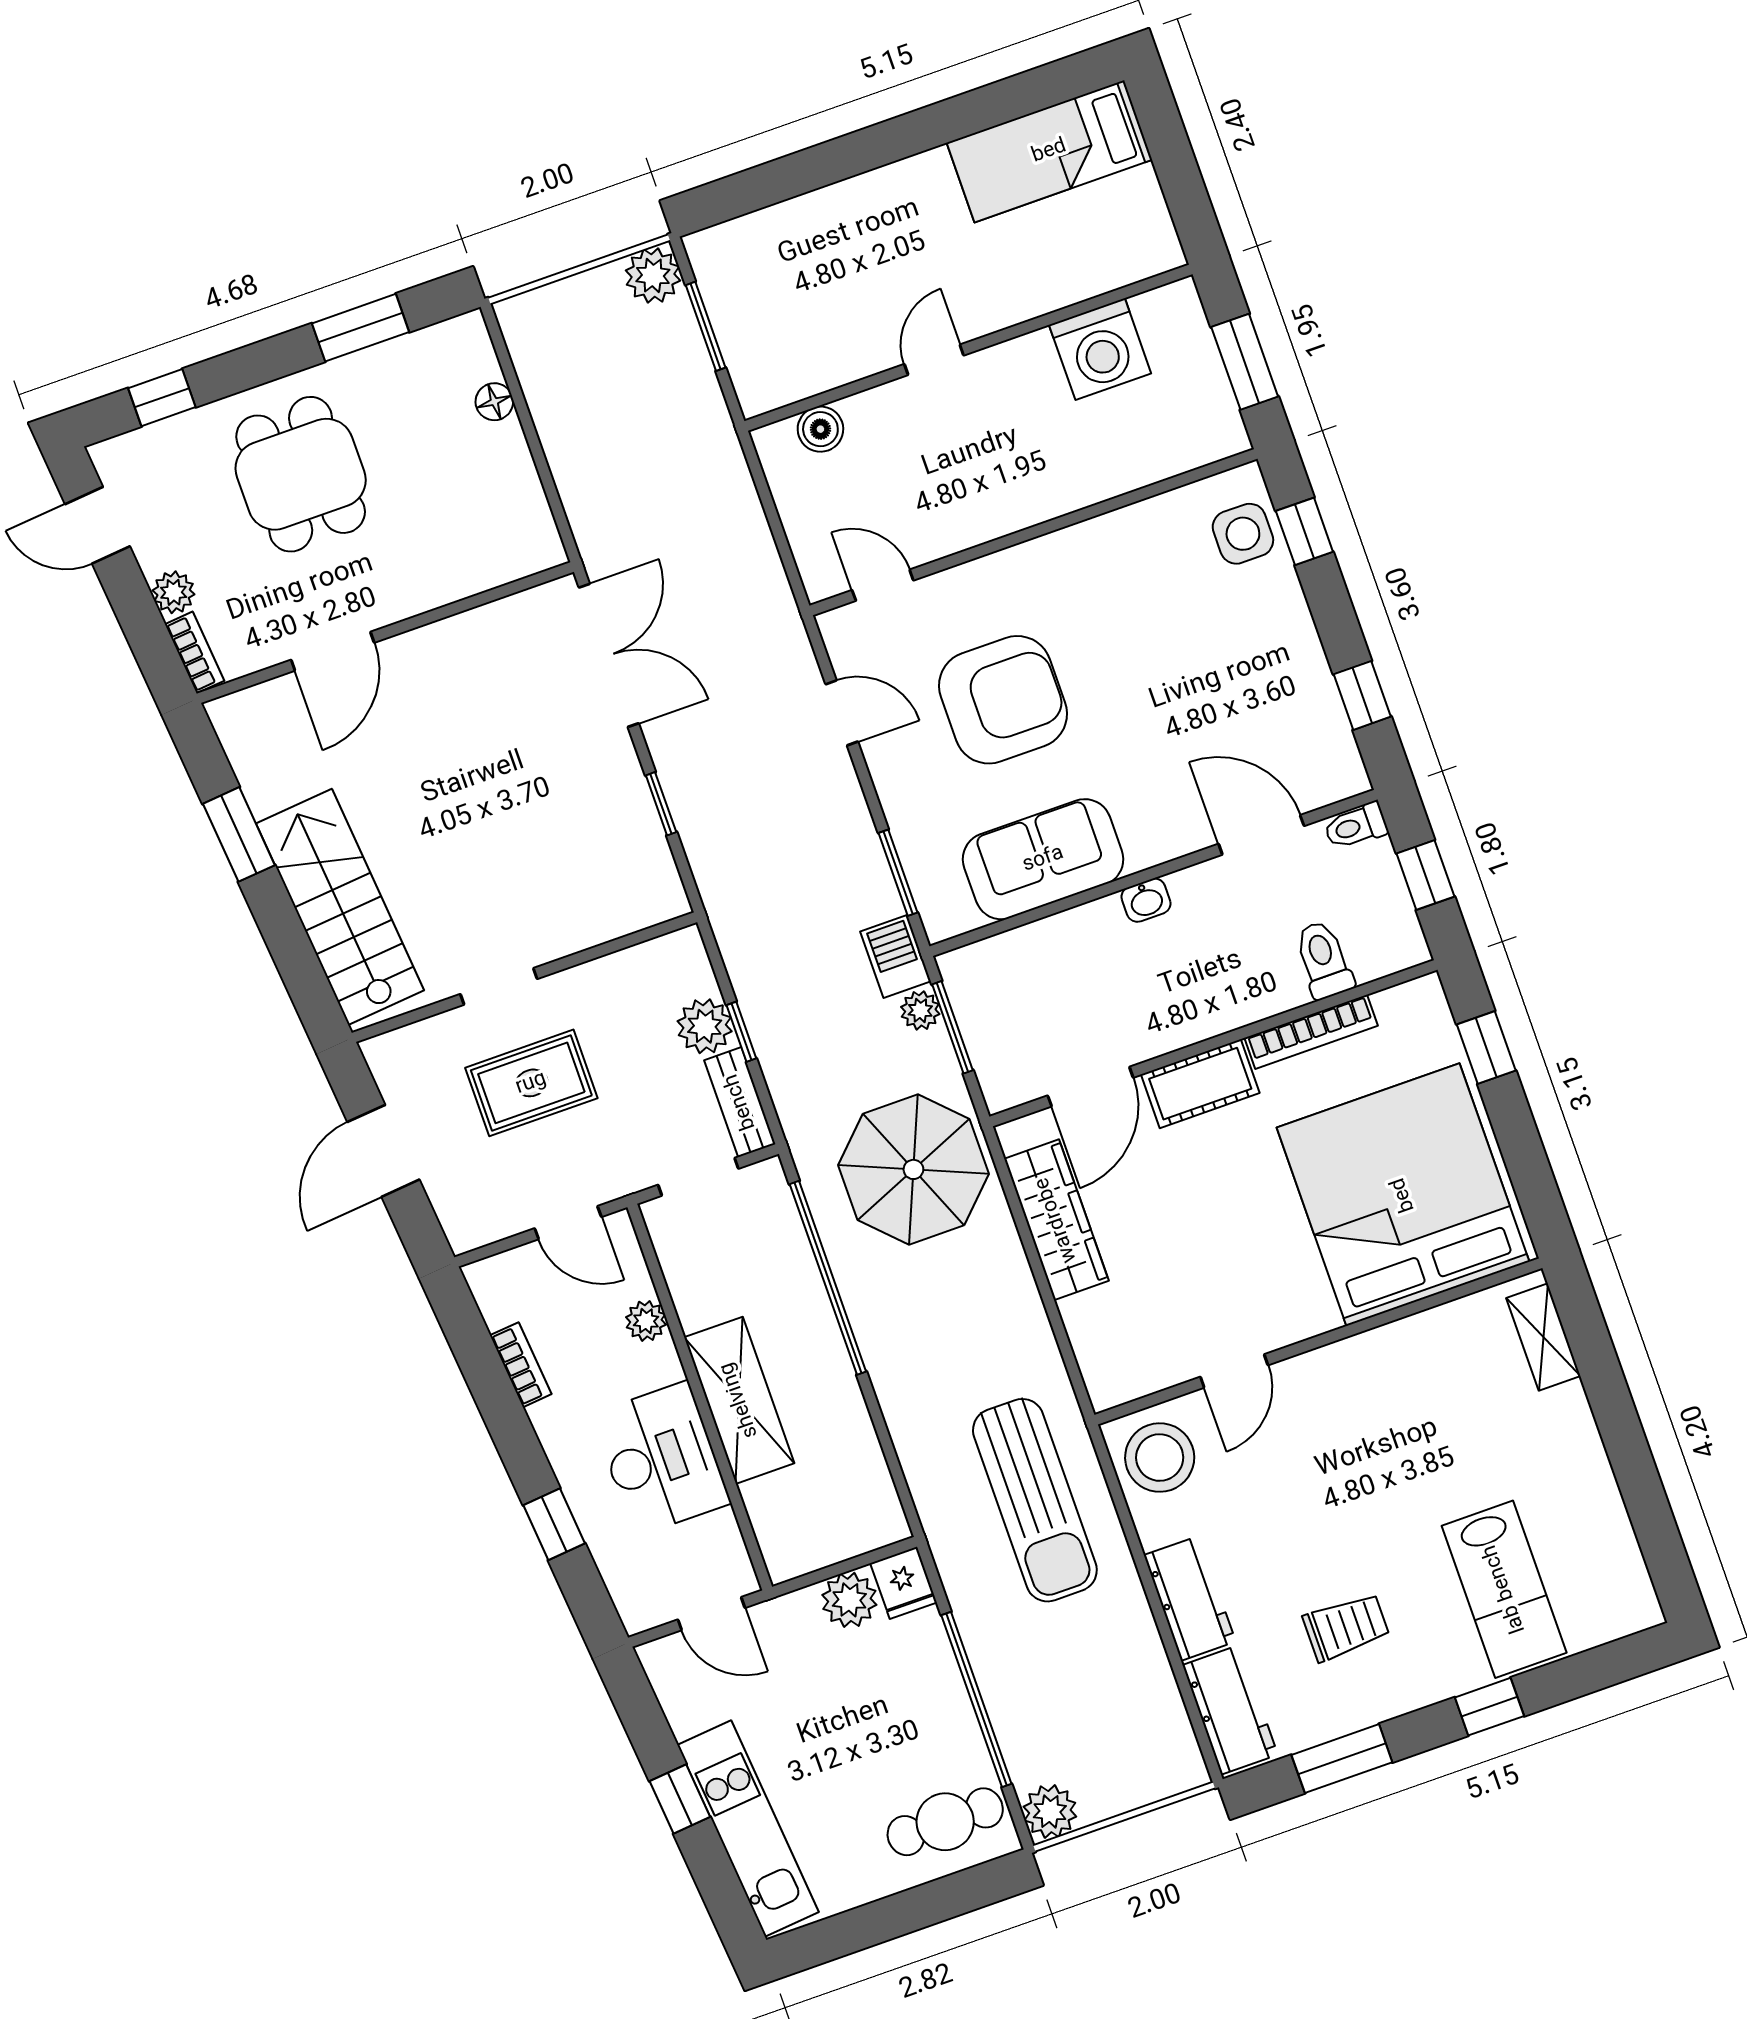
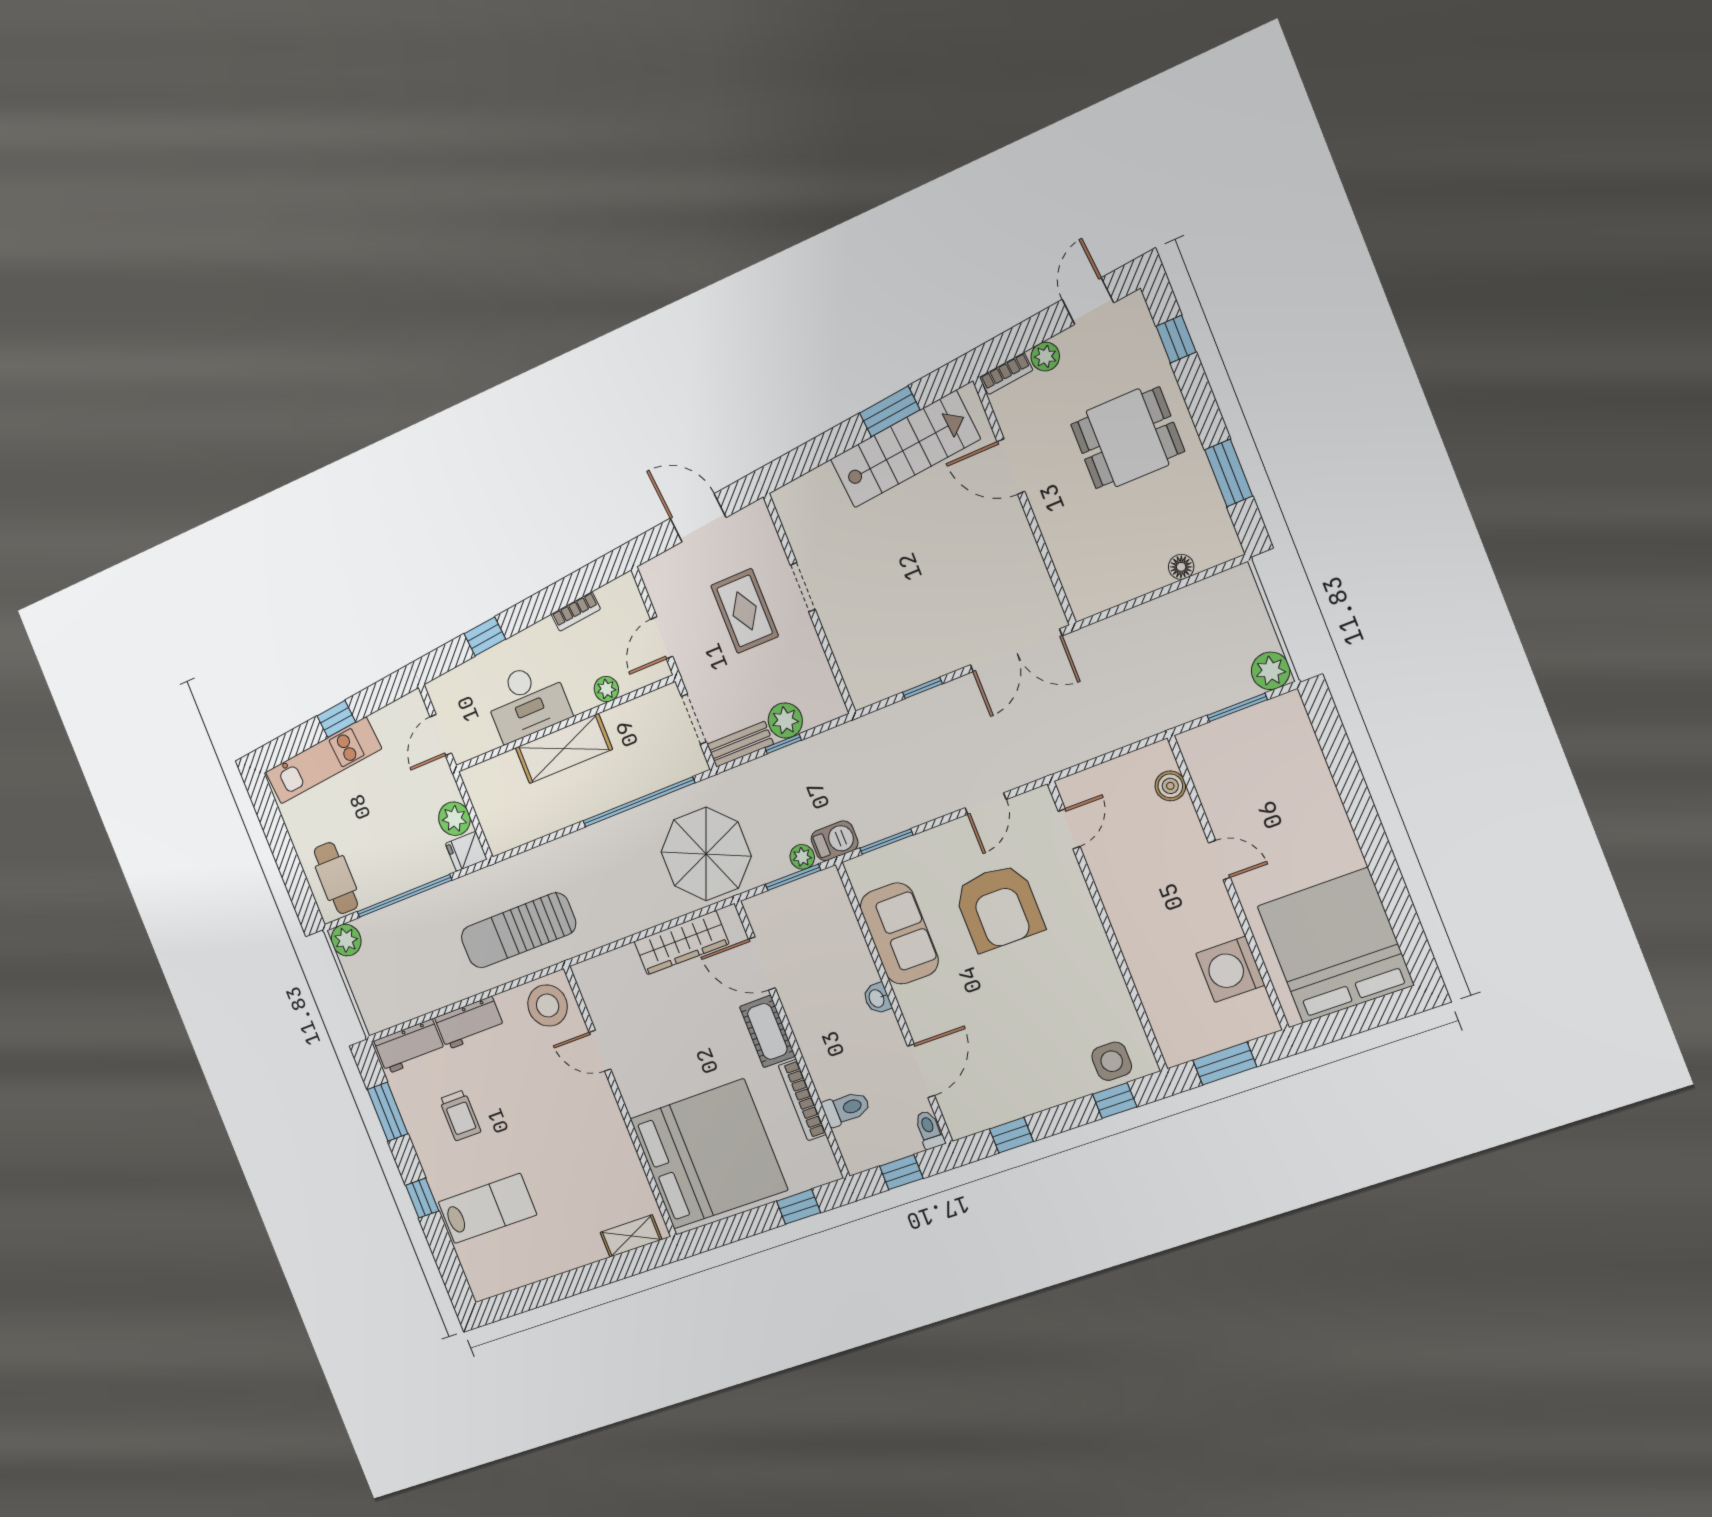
bed: (1049, 151) -> (1335, 946), width x2.04
stairs: (340, 907) -> (905, 449), moved
lab bench: (1504, 1589) -> (487, 1208), turned 180

